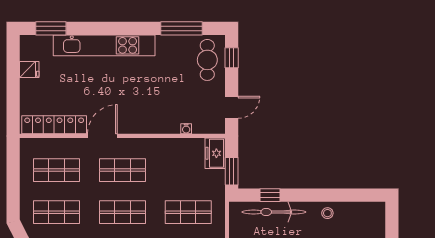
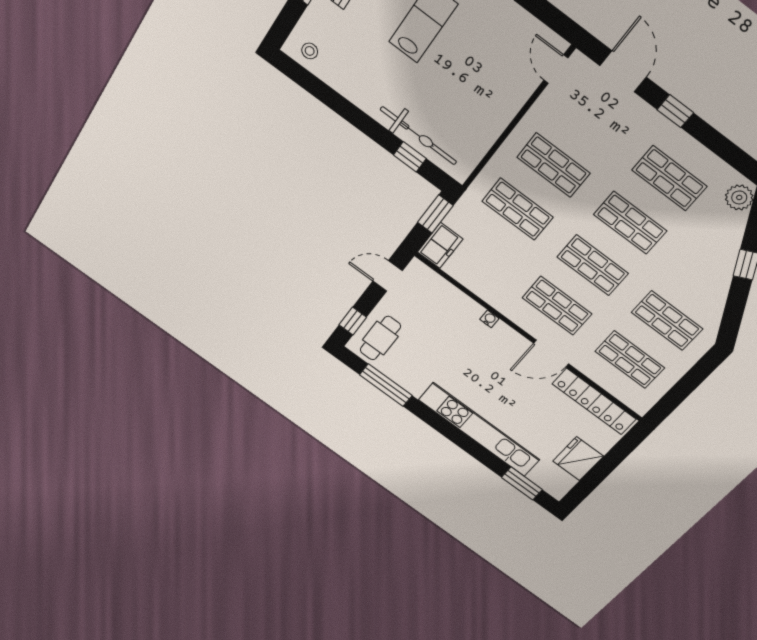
fridge: (29, 70) -> (578, 459), width x1.88, depth x1.34
water cooler: (186, 129) -> (489, 319), moved
stool: (327, 213) -> (310, 51), moved

